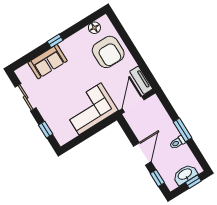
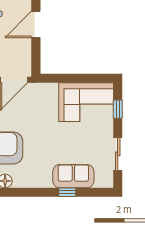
window: (55, 41) -> (67, 192), moved
corner sofa: (90, 109) -> (86, 102), moved

